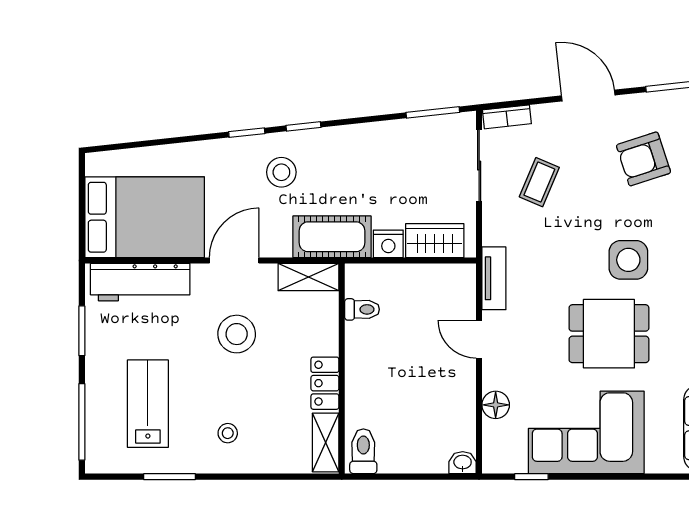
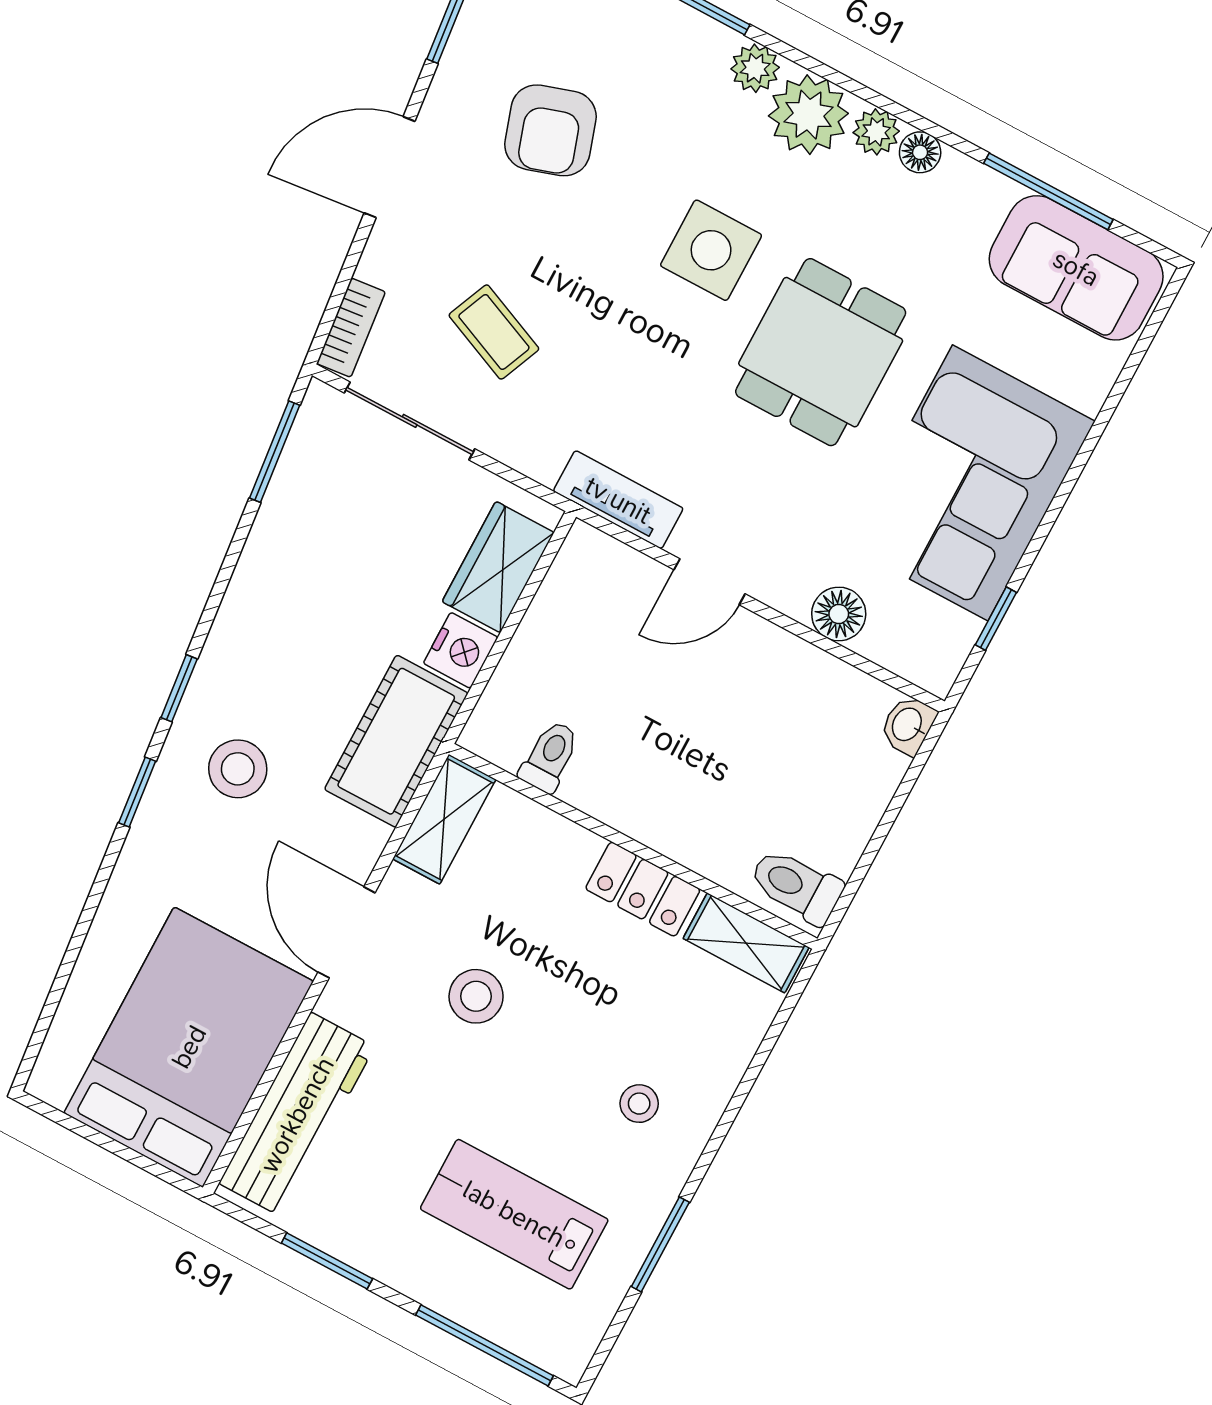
stool: (237, 334) -> (476, 996), width x0.73, depth x0.73

